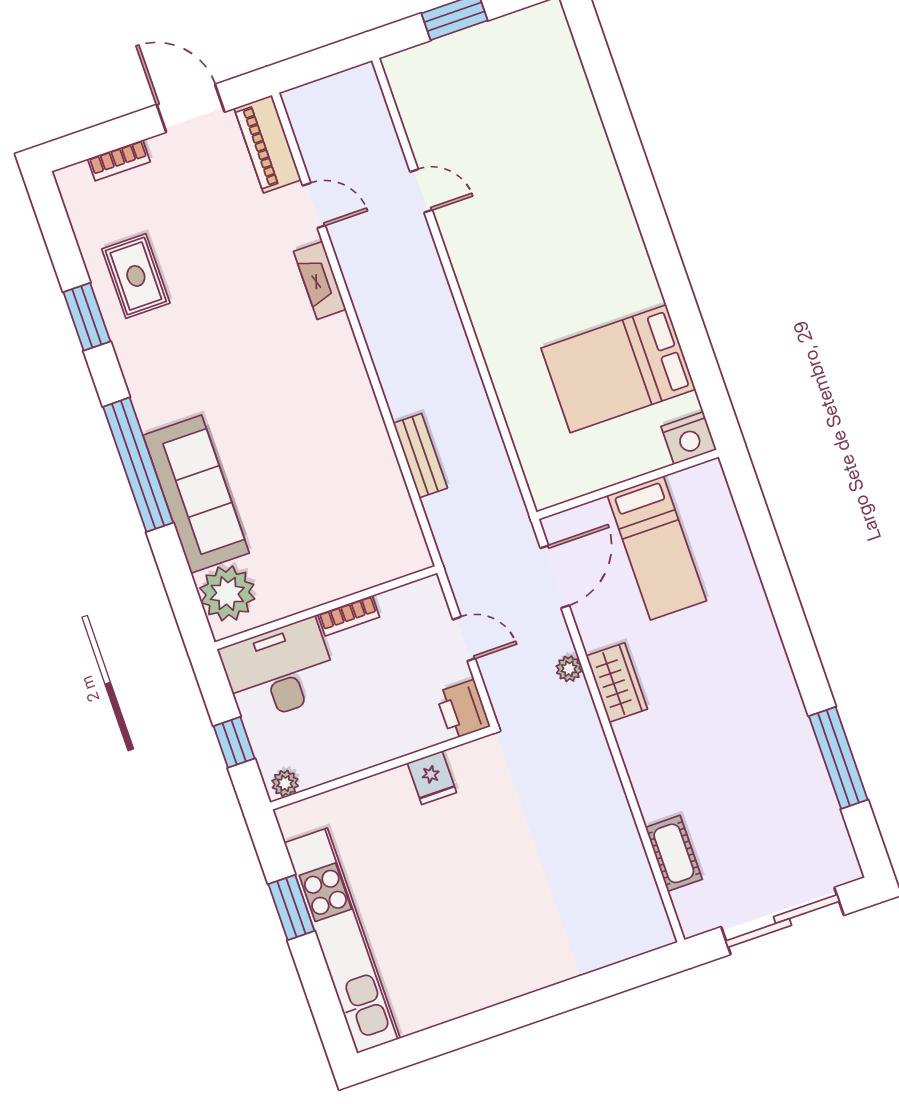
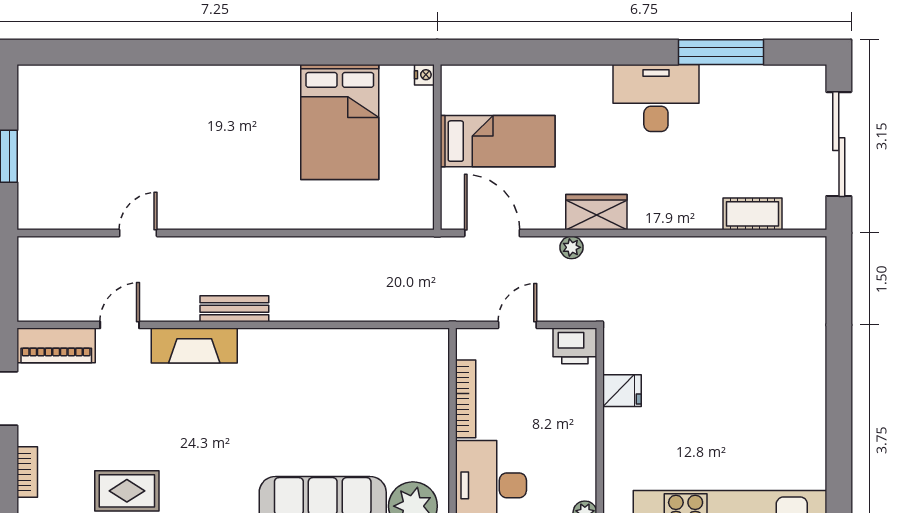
fireplace: (320, 280) -> (194, 346), width x1.37, depth x1.32
nightstand: (689, 438) -> (424, 75), width x0.53, depth x0.56
bench: (420, 456) -> (234, 309), moved
bookcase: (349, 616) -> (466, 399), width x1.56
desk: (764, 704) -> (656, 98), added

